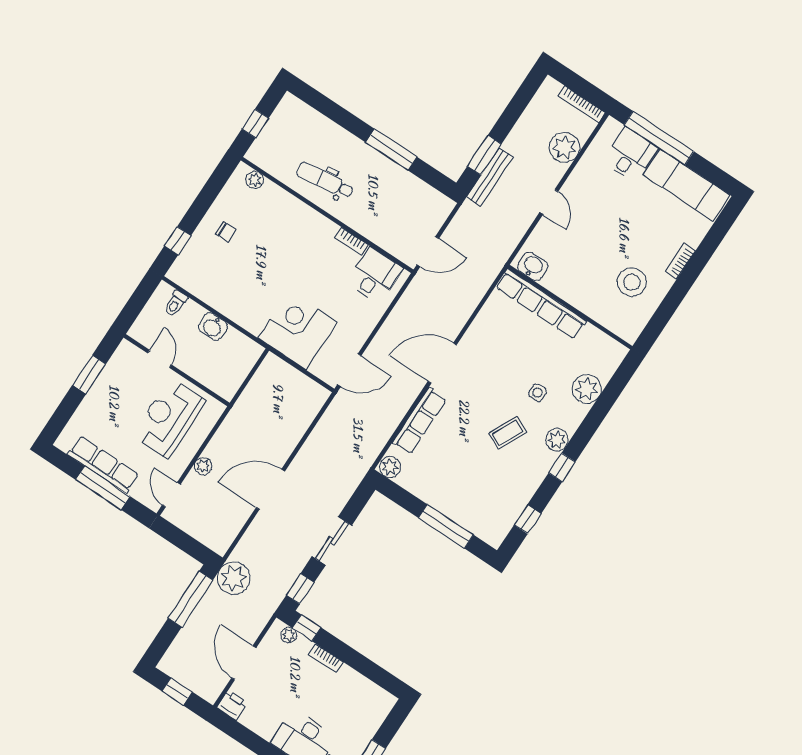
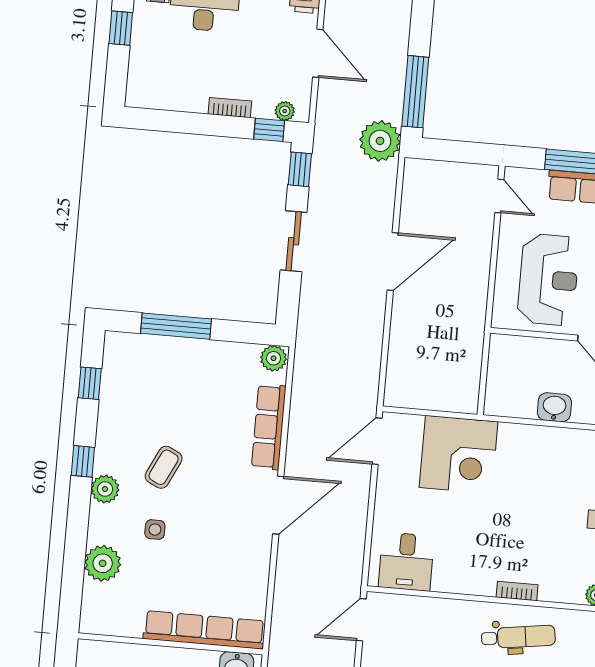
bookcase: (351, 241) -> (517, 591), moved
plant: (203, 466) -> (481, 247), removed

